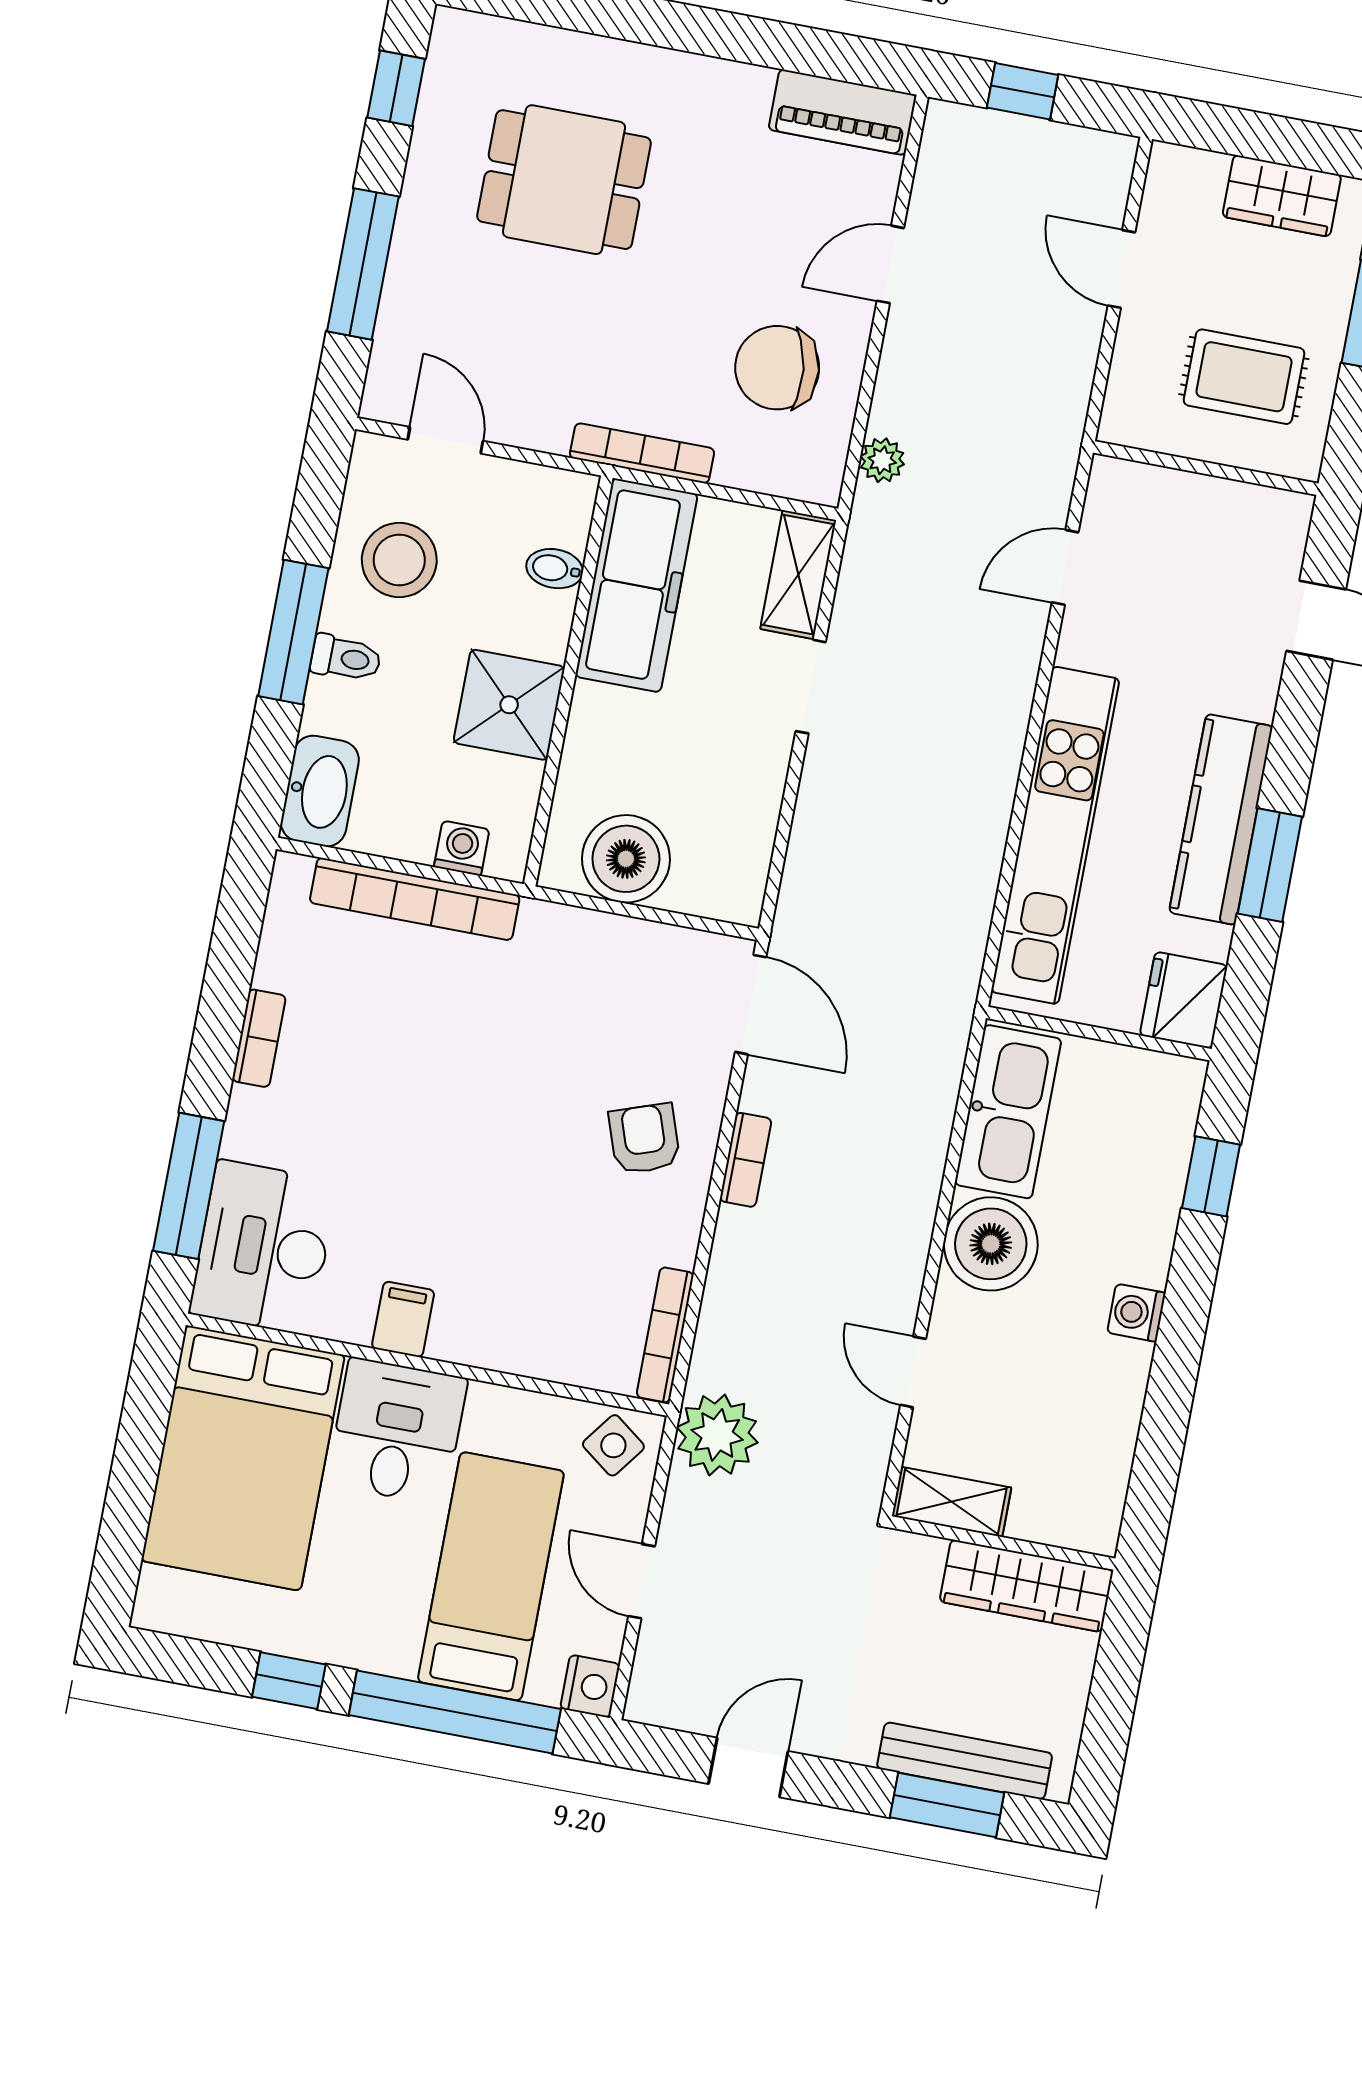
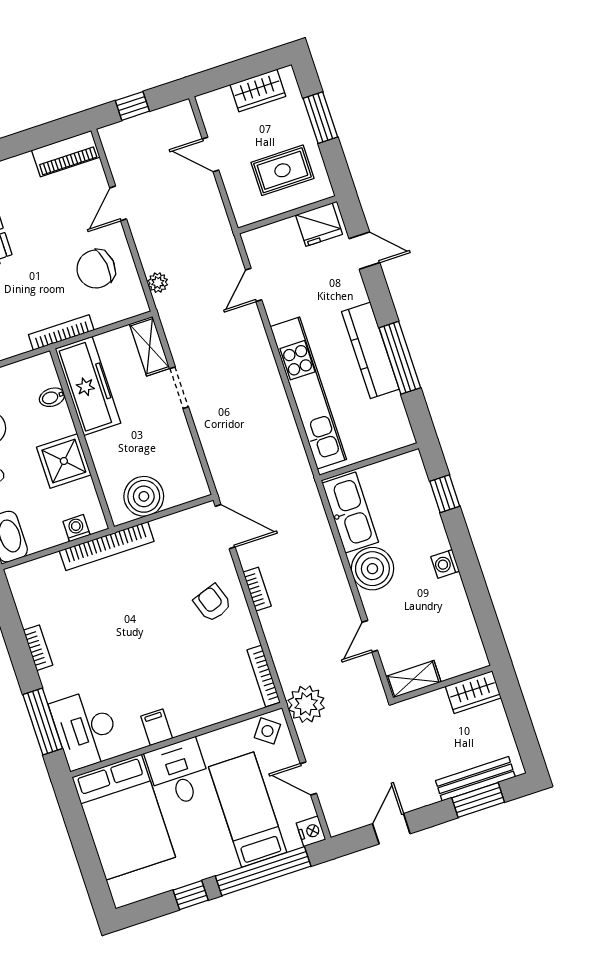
window: (1270, 865) -> (400, 358), width x1.44
bookcase: (415, 899) -> (107, 546), moved
fridge: (1184, 1000) -> (319, 225), moved, turned -90
door: (913, 1372) -> (370, 636), hinge flipped
wardrobe: (1026, 1586) -> (473, 692), width x0.67

